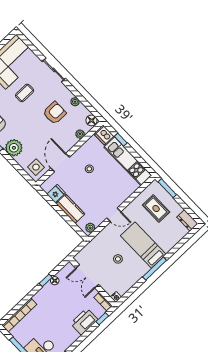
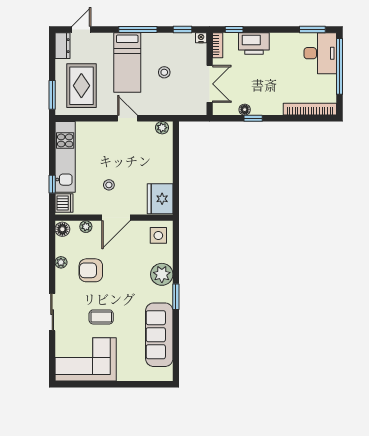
door: (60, 163) -> (116, 218), moved
fridge: (56, 194) -> (160, 199), width x1.88, depth x1.34
kitchen counter: (70, 209) -> (164, 164), removed
rug: (156, 209) -> (81, 86), width x1.36, depth x1.43
door: (185, 239) -> (81, 30), added
window: (130, 292) -> (182, 30), added

